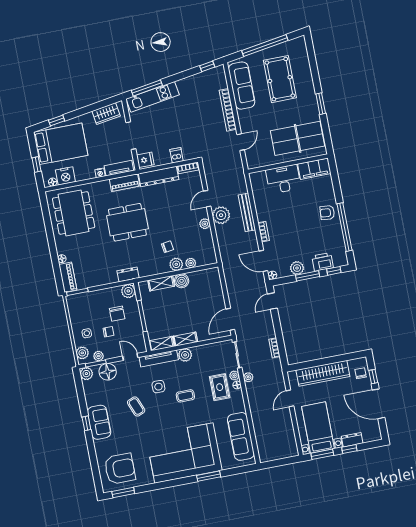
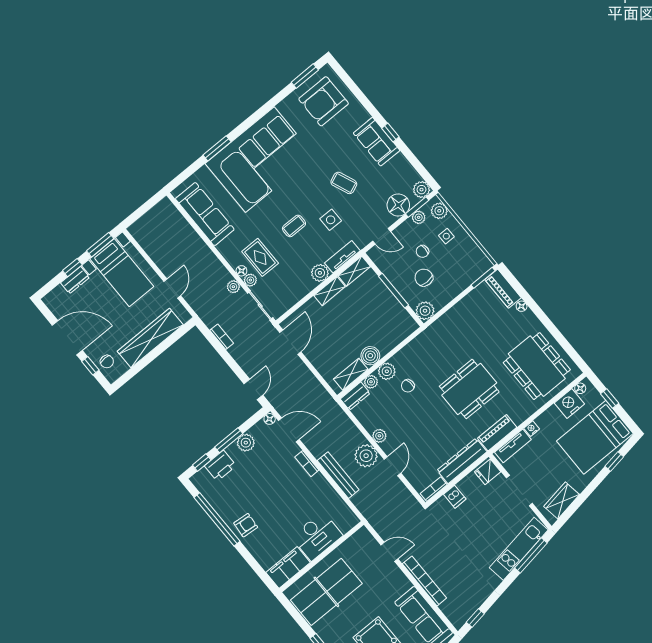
door: (241, 142) -> (389, 552), swing flipped
dresser: (128, 274) -> (355, 396), moved
shelving: (161, 283) -> (351, 374), moved
tv unit: (159, 358) -> (342, 257), width x0.71

